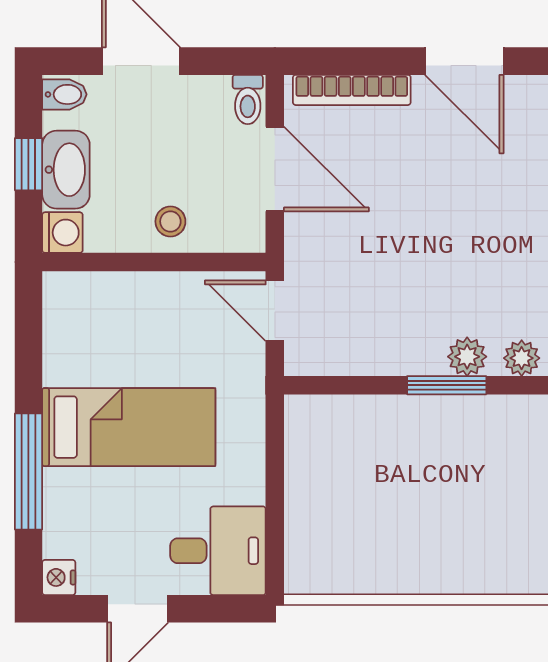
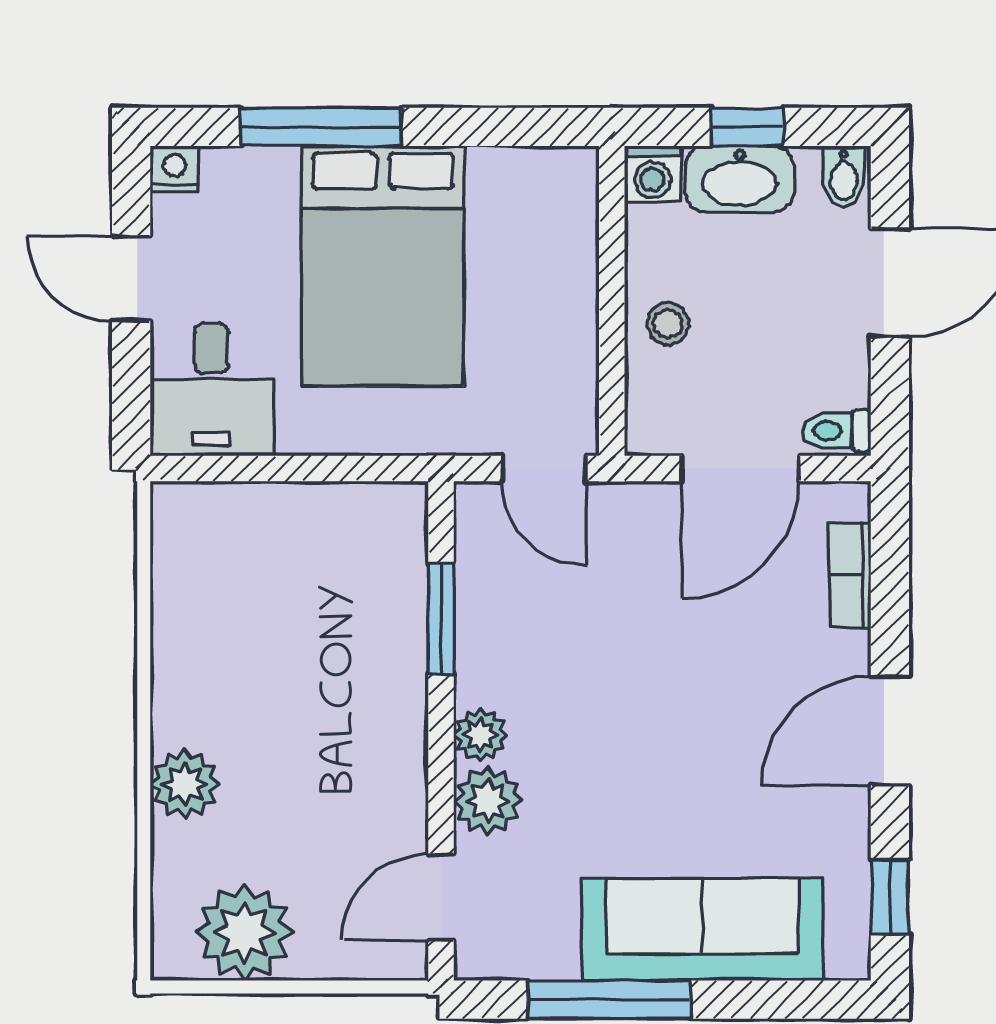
bookcase: (352, 90) -> (850, 575), width x0.64
door: (275, 311) -> (544, 468), swing flipped
plant: (522, 358) -> (488, 801), width x1.38, depth x1.38
window: (447, 385) -> (441, 619), moved
bed: (129, 427) -> (383, 266), width x1.50
plant: (503, 570) -> (185, 784), added

